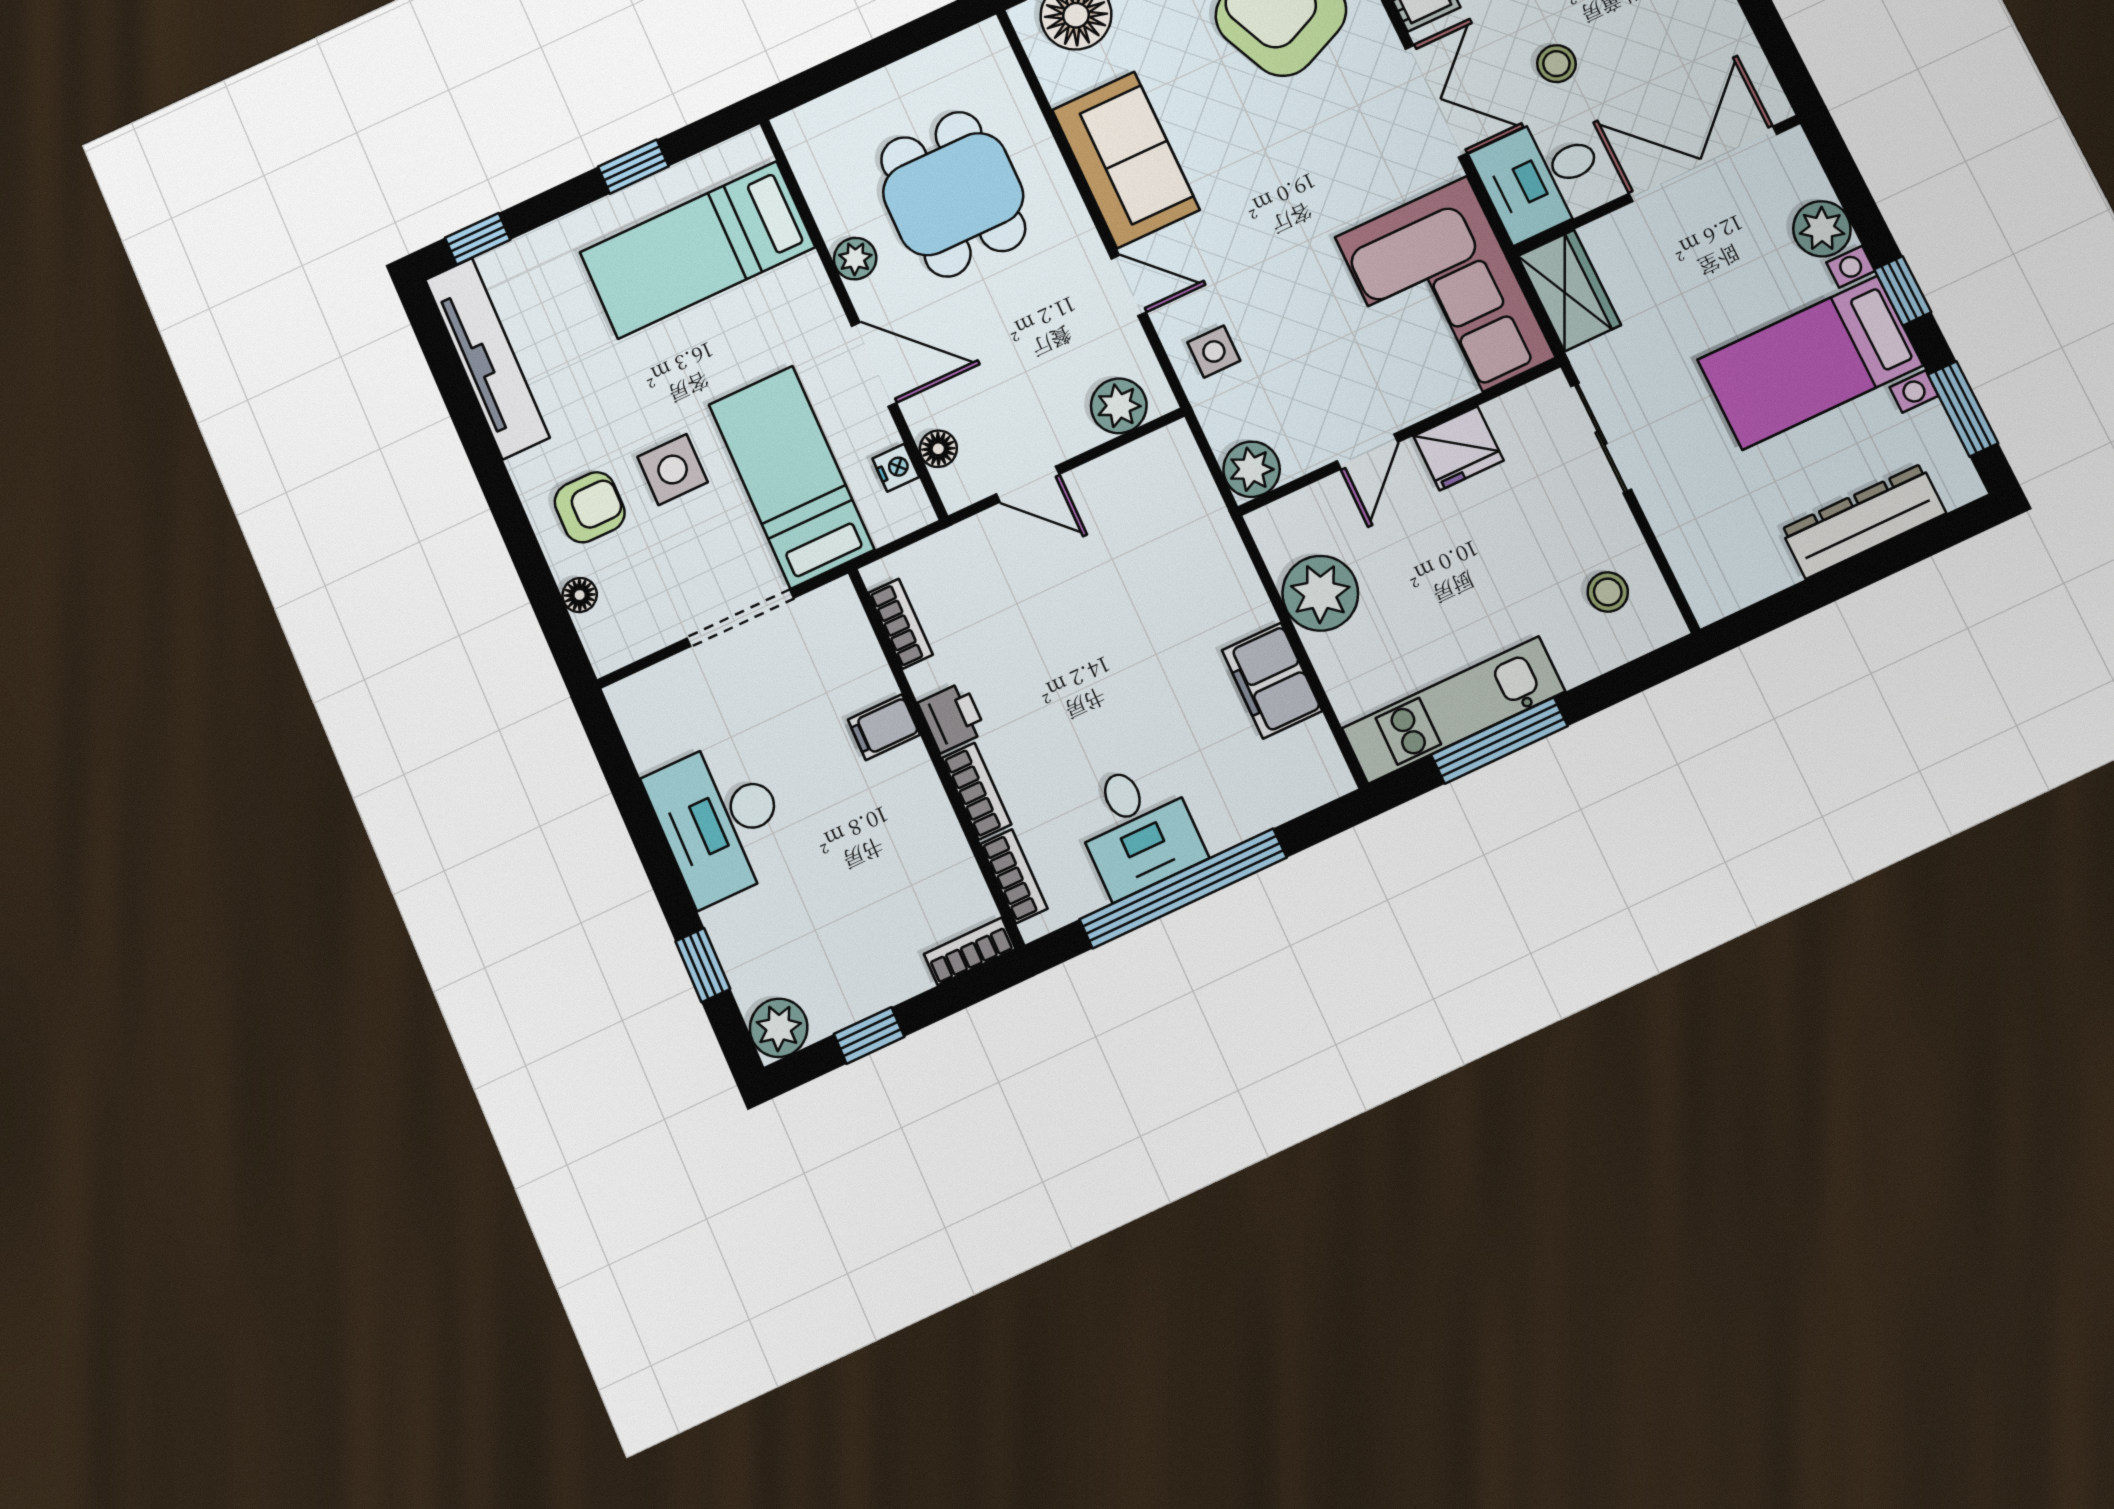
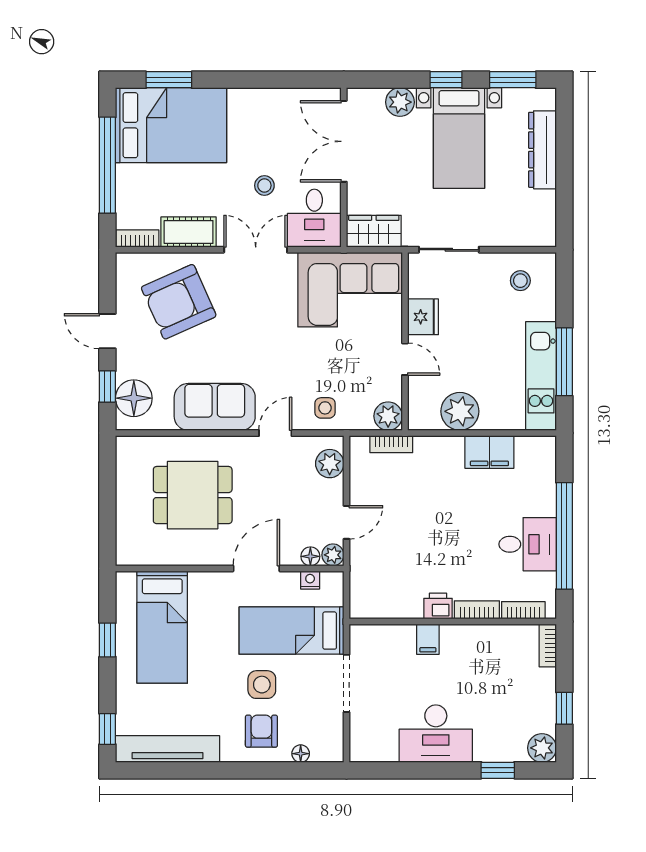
plant: (855, 259) -> (333, 555), moved
bookcase: (901, 624) -> (391, 444), moved, turned 180

